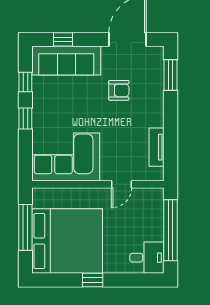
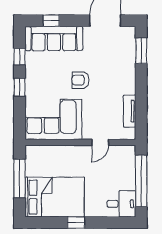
armchair: (119, 90) -> (81, 80), moved, turned 180
bed: (67, 241) -> (55, 197), width x0.73

